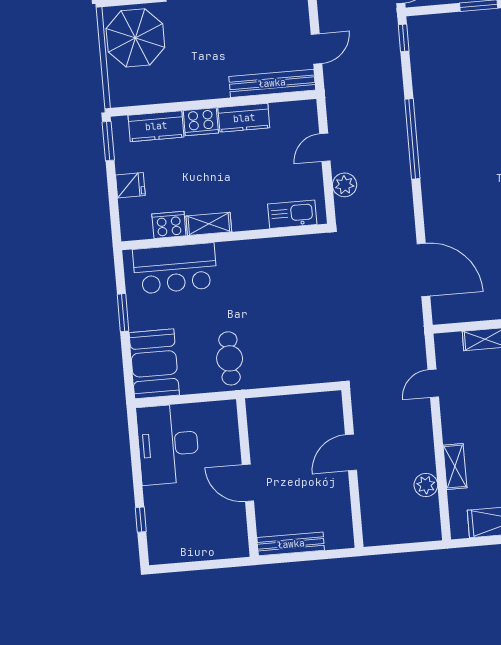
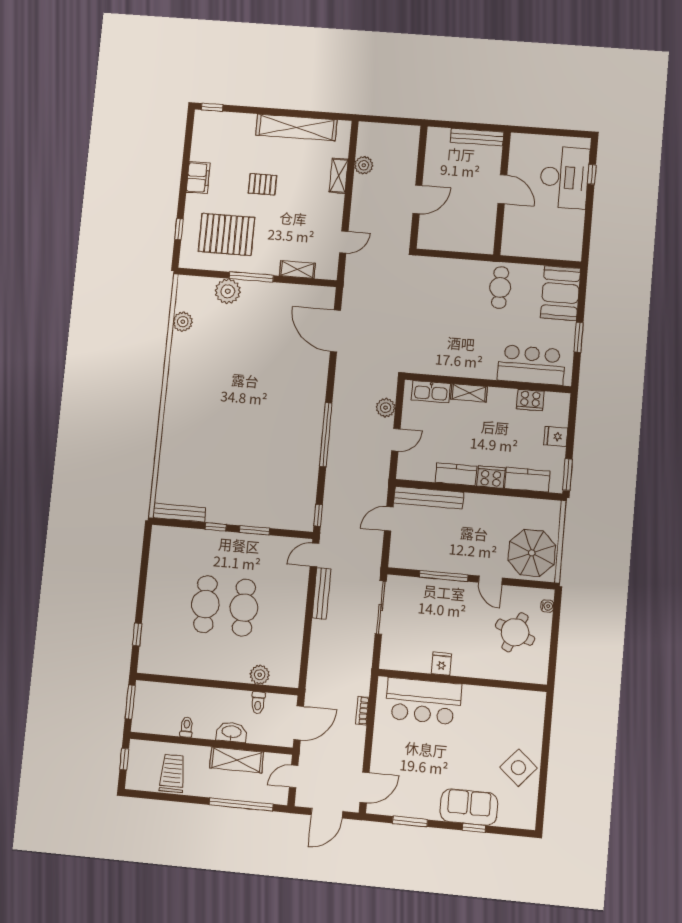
shelving: (209, 224) -> (469, 393), moved
desk: (168, 444) -> (564, 177), moved

